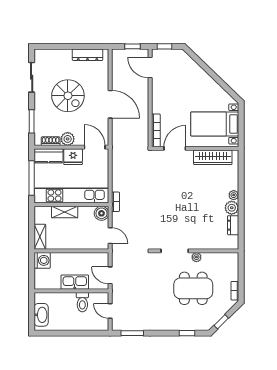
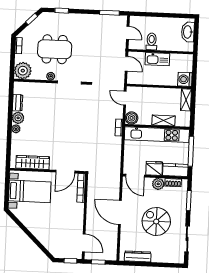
plant: (229, 262) -> (23, 71), added

